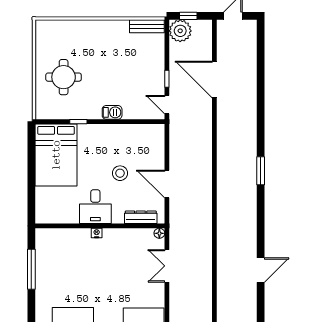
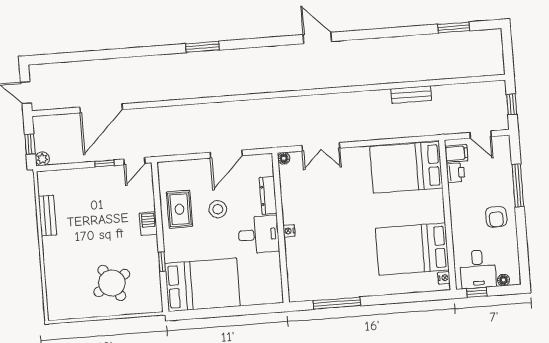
bench: (147, 26) -> (47, 216), moved
plant: (180, 31) -> (42, 159), width x0.53, depth x0.53
round table: (64, 77) -> (112, 283), turned -30
rug: (122, 140) -> (179, 209), added
dresser: (141, 217) -> (268, 195), moved

